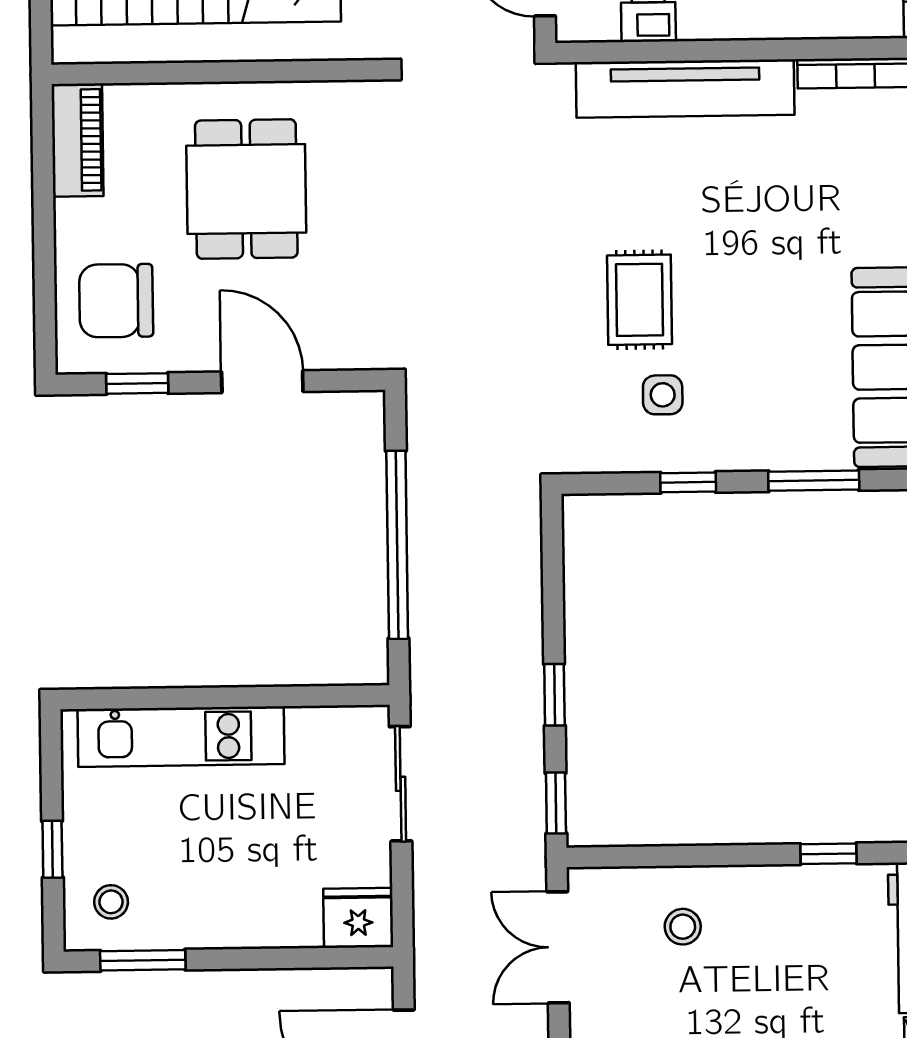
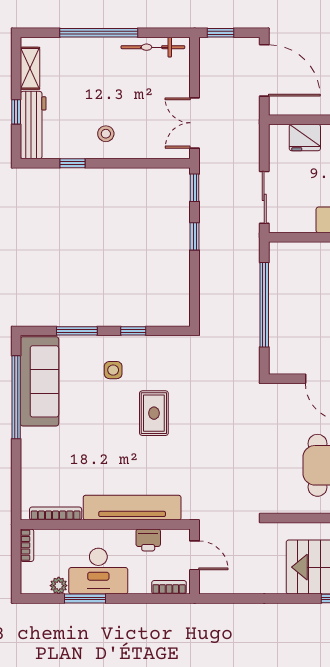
side table: (663, 395) -> (113, 370), moved
fridge: (358, 918) -> (305, 137), moved
stool: (683, 927) -> (106, 134), moved
double door: (558, 947) -> (195, 123), swing flipped

